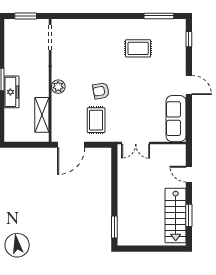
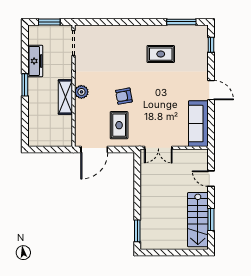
freezer: (11, 92) -> (35, 61), moved
shelving: (42, 115) -> (65, 97), moved

